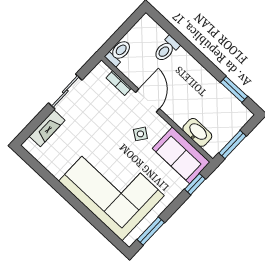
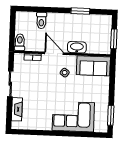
window: (234, 89) -> (80, 11), moved
washbasin: (197, 132) -> (77, 47), moved
window: (195, 184) -> (112, 74), removed
corner sofa: (111, 188) -> (73, 117), width x0.73, depth x0.74

